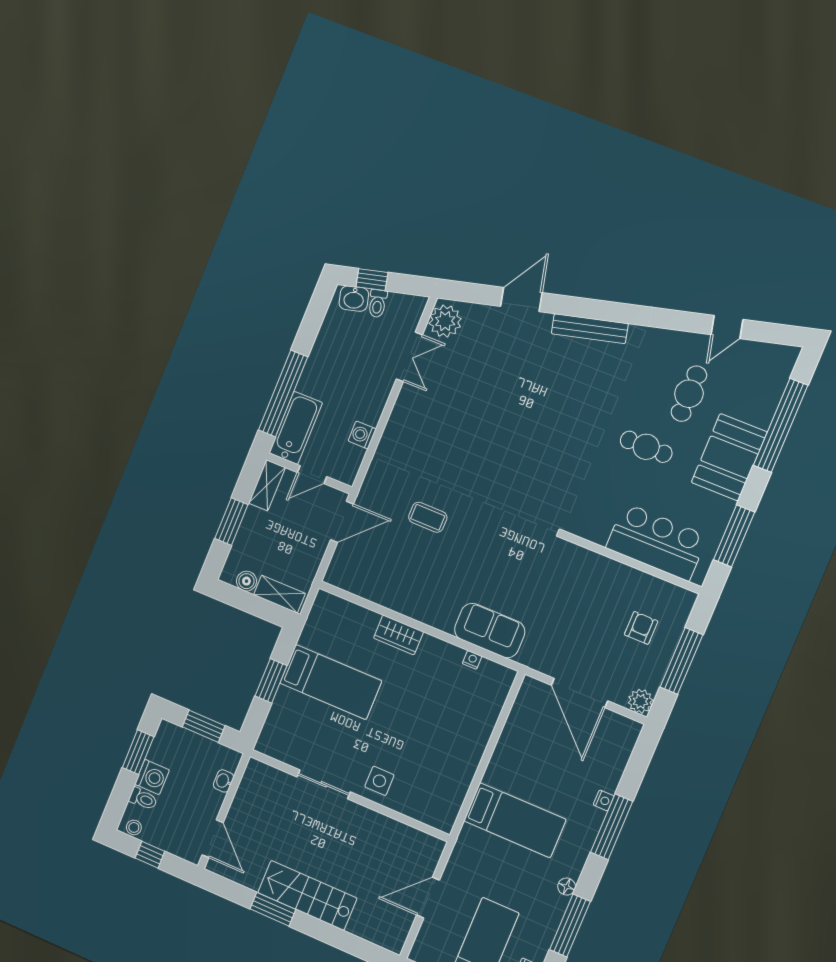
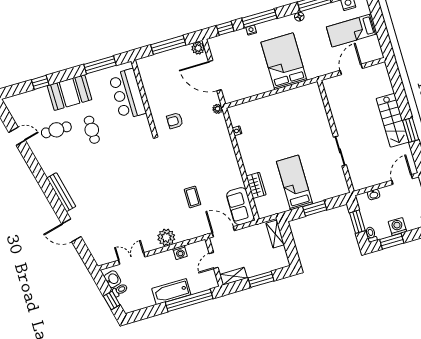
washbasin: (354, 299) -> (113, 279), moved
plant: (445, 321) -> (166, 237), moved
window: (781, 425) -> (40, 82), width x0.32
bathtub: (296, 428) -> (171, 292), moved
door: (312, 475) -> (214, 260), swing flipped
boiler: (246, 581) -> (281, 253), removed
armchair: (641, 628) -> (175, 121), moved
sofa: (490, 631) -> (240, 206), moved
wardrobe: (398, 635) -> (256, 185), moved
plant: (527, 657) -> (218, 109), added
door: (579, 693) -> (215, 76), swing flipped
window: (638, 765) -> (225, 28), added
side table: (379, 781) -> (319, 129), removed
toilet: (143, 799) -> (371, 234), moved
bed: (515, 820) -> (284, 61), width x1.50
door: (428, 898) -> (351, 69), swing flipped

